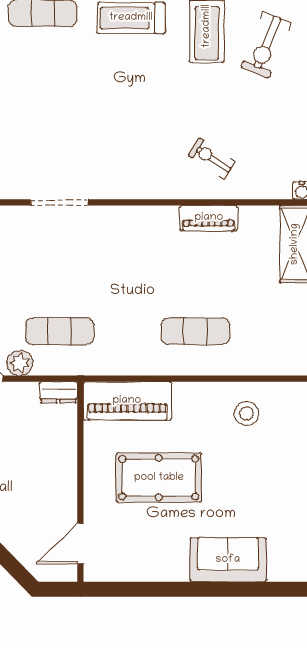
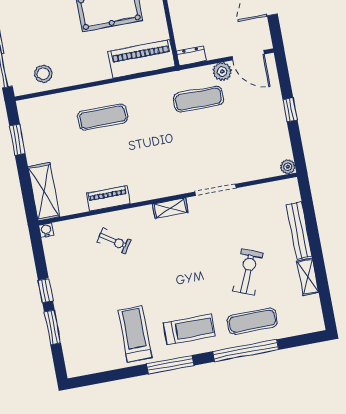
exercise bike: (266, 45) -> (248, 272), moved
shelving: (126, 189) -> (170, 208), added
stool: (246, 413) -> (43, 74), moved

